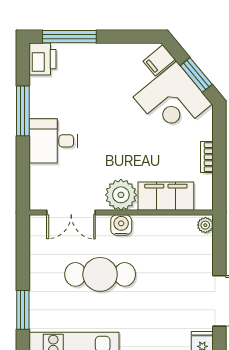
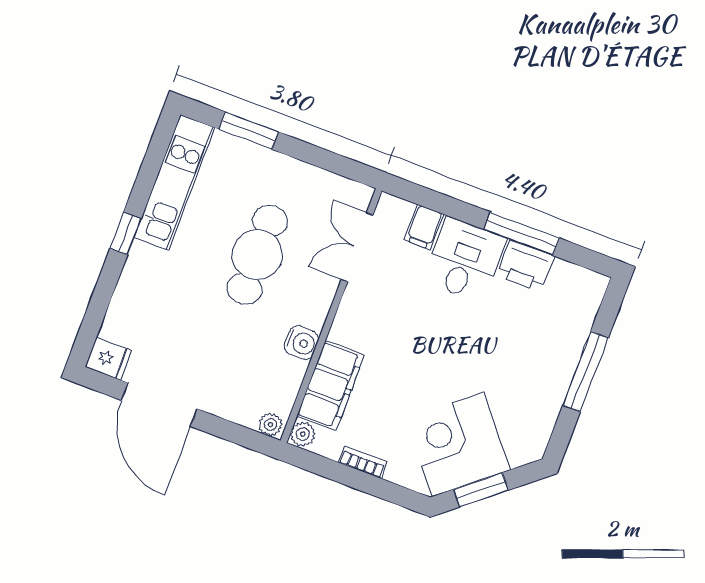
window: (69, 37) -> (586, 372), moved
printer: (42, 59) -> (525, 266), moved
filing cabinet: (159, 60) -> (424, 227), moved, turned -140
plant: (121, 195) -> (303, 434), moved, width x0.53, depth x0.53
water cooler: (121, 225) -> (301, 343), moved

